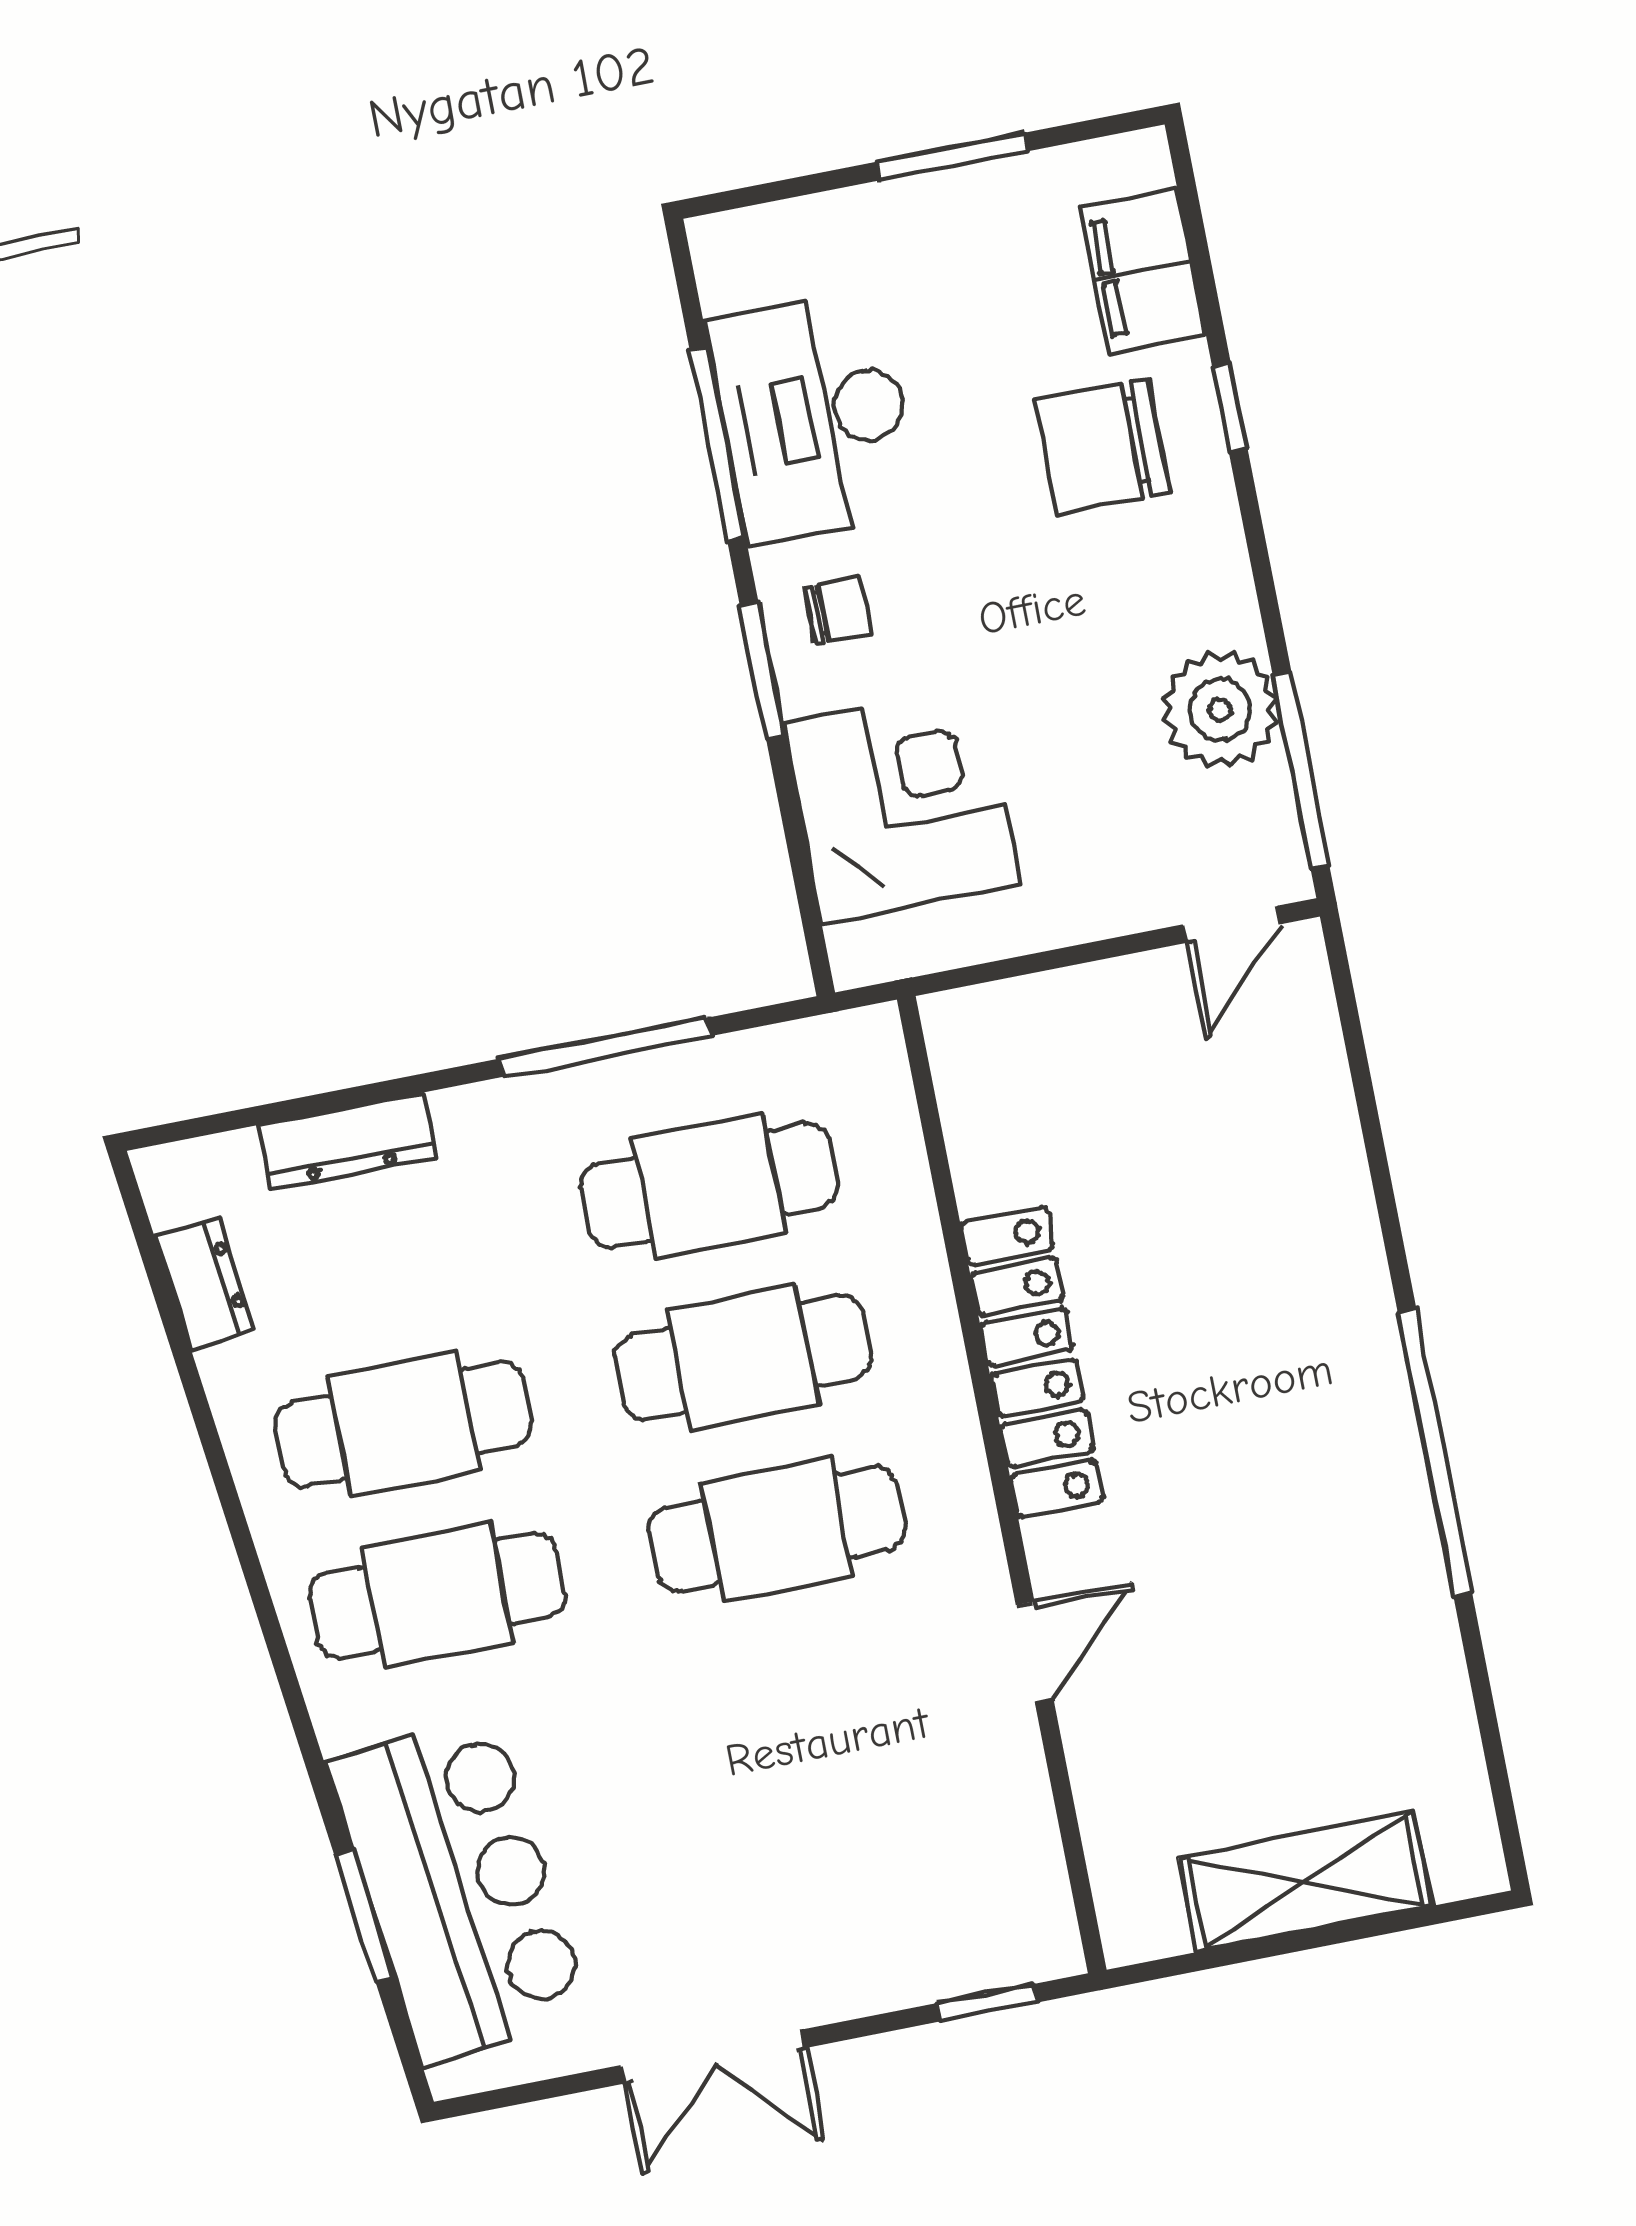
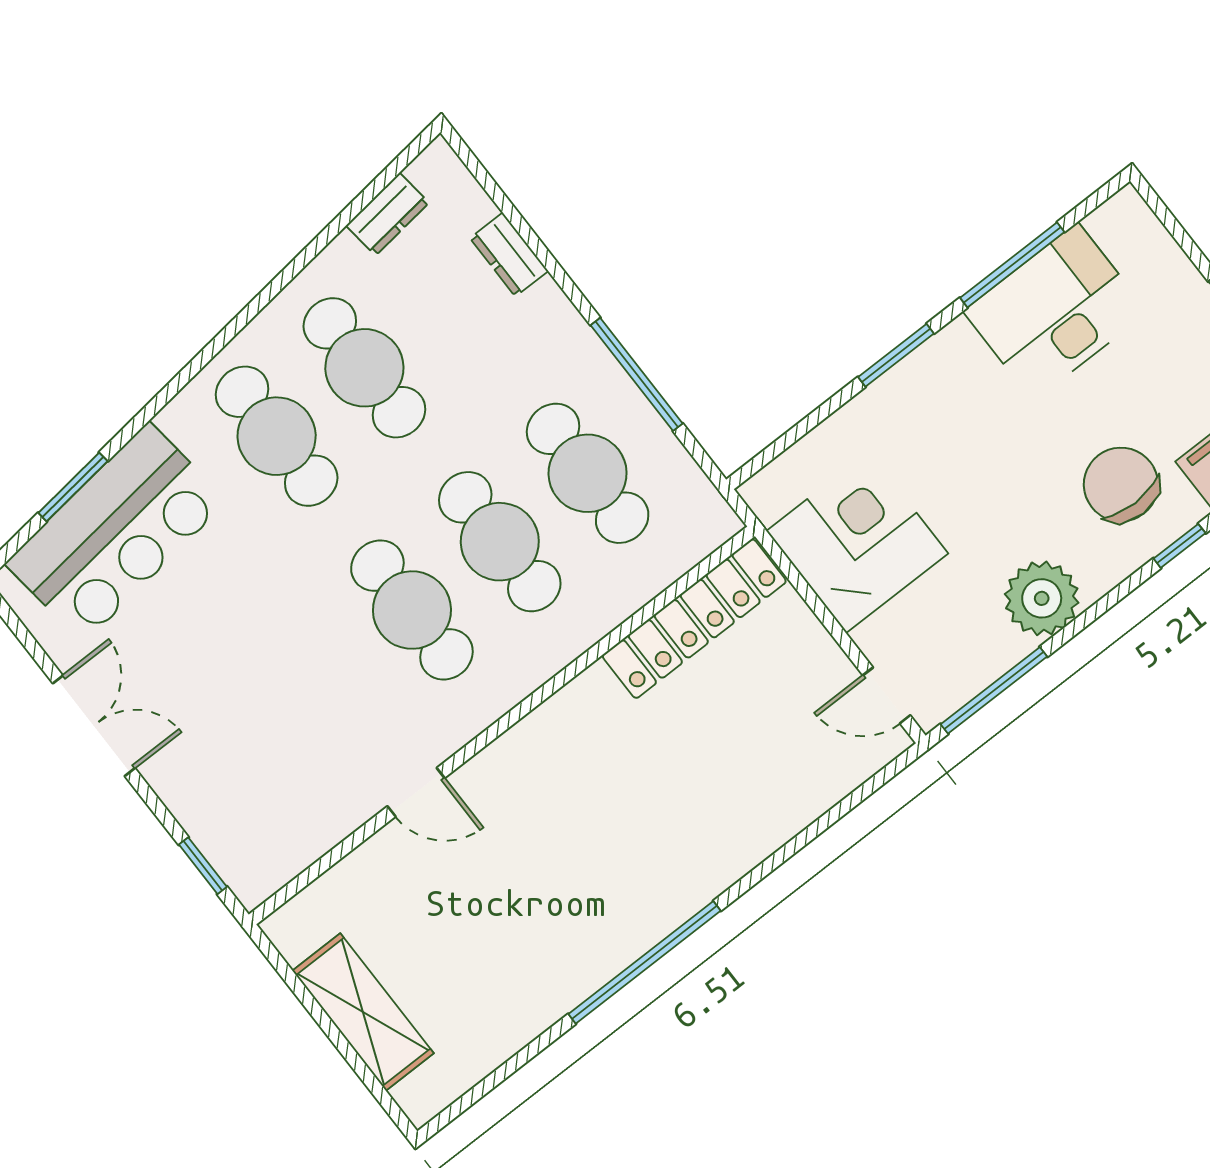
chair: (838, 610) -> (952, 381), removed
plant: (1220, 709) -> (1042, 598), moved
corner desk: (902, 804) -> (857, 542), moved, turned -90
dresser: (347, 1141) -> (509, 254), width x0.70
locker: (1032, 1362) -> (694, 619), moved
double door: (713, 2056) -> (94, 726), swing flipped

